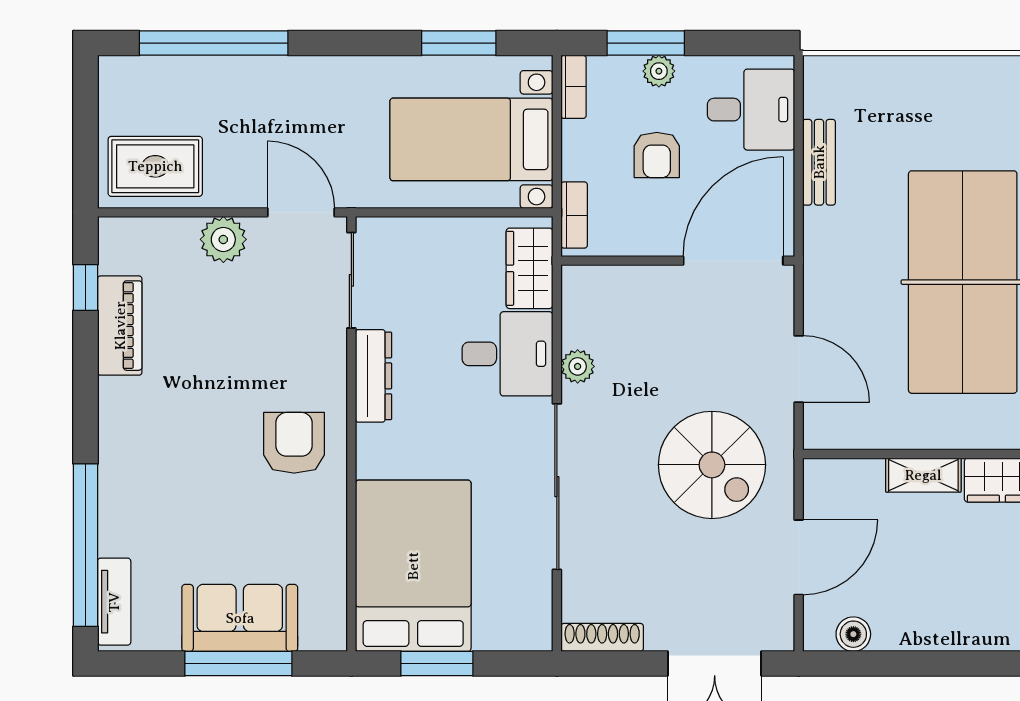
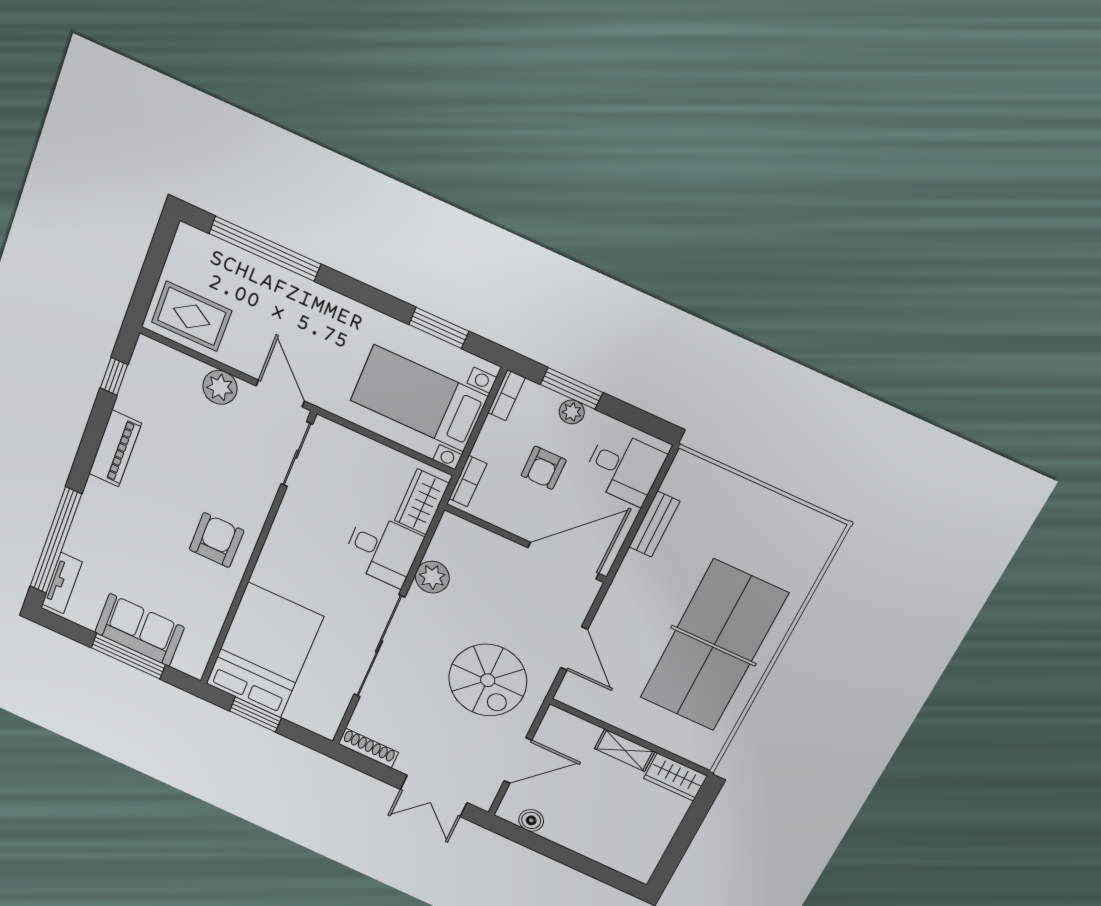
piano: (120, 326) -> (115, 448), moved
plant: (578, 366) -> (432, 577), width x1.38, depth x1.38
dresser: (374, 376) -> (287, 522), removed

